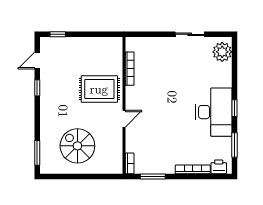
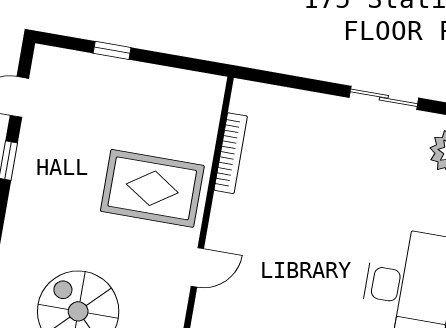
window: (58, 34) -> (112, 50), moved

